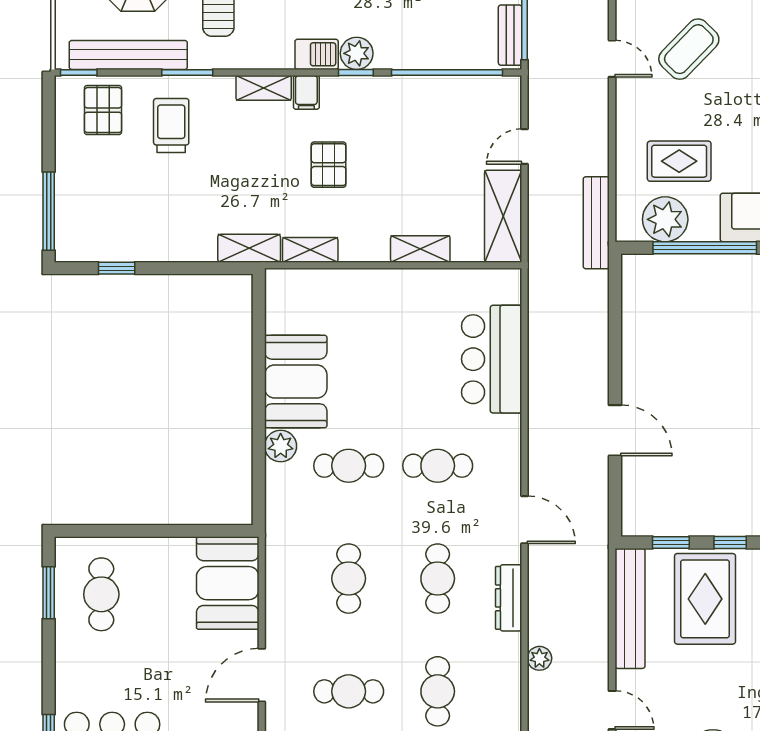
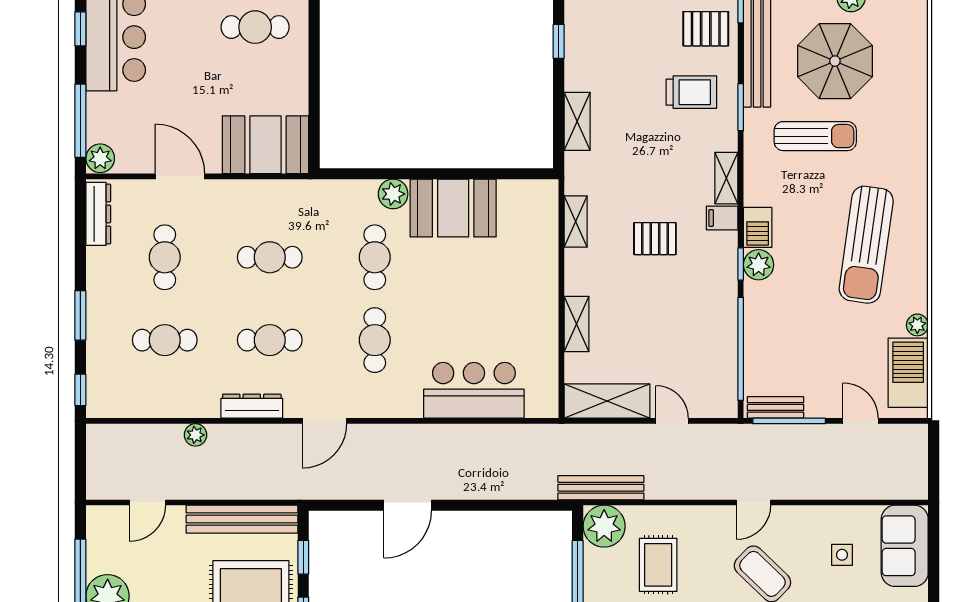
plant: (665, 219) -> (604, 526), moved
shelving: (249, 248) -> (577, 121), moved

